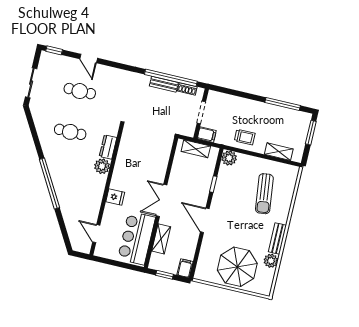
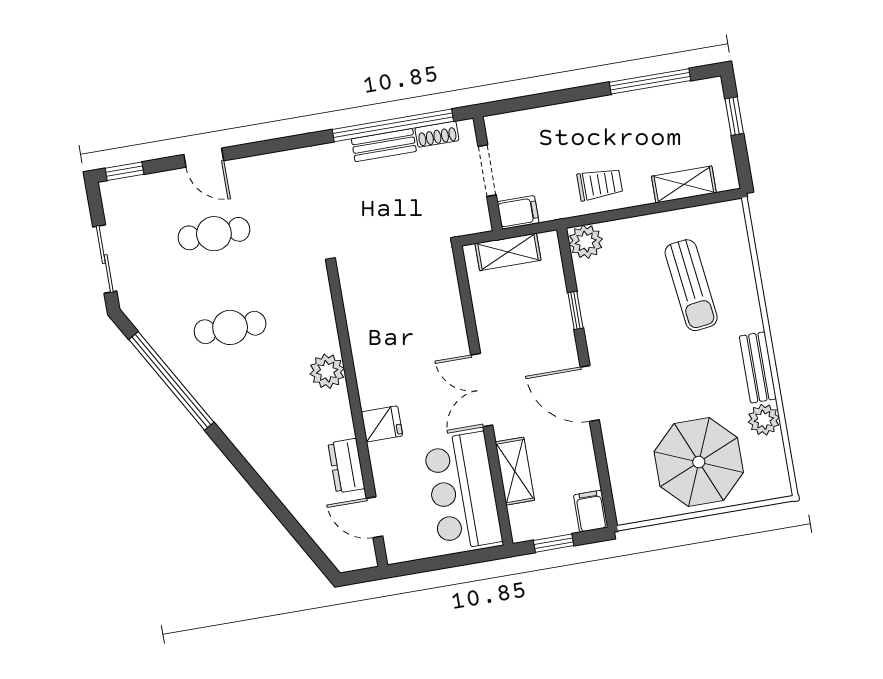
window: (311, 133) -> (734, 116), width x0.67
dresser: (108, 147) -> (346, 466), moved
window: (49, 184) -> (171, 381), moved

